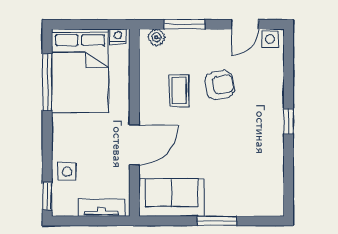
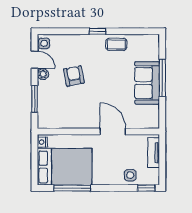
plant: (156, 37) -> (43, 74), moved
coffee table: (179, 91) -> (116, 44), moved
sofa: (172, 198) -> (147, 83), moved
window: (217, 221) -> (162, 78), width x1.44

